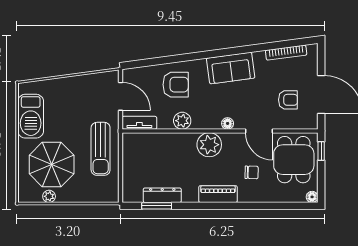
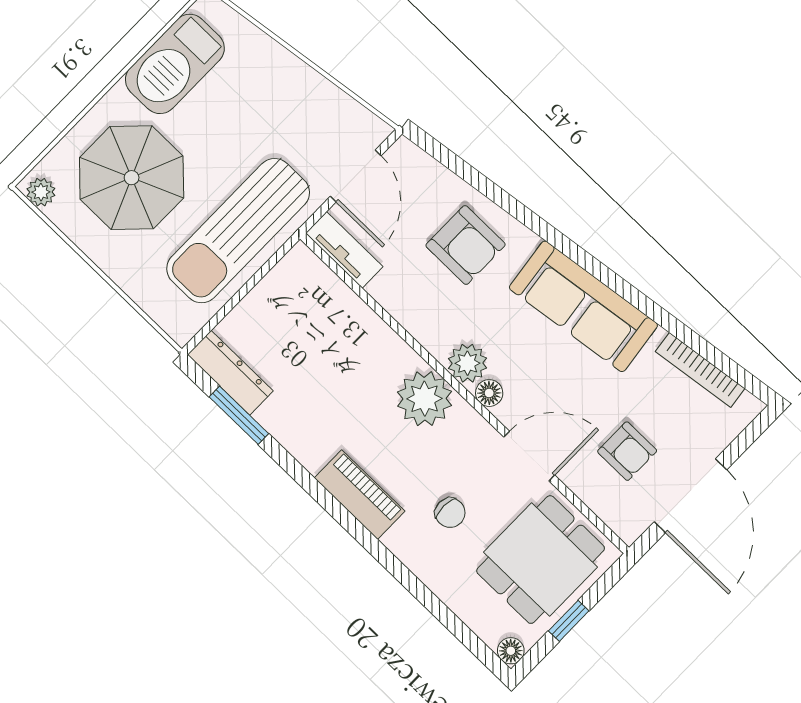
sofa: (231, 68) -> (583, 306), width x1.36
plant: (182, 121) -> (467, 363), moved
door: (259, 131) -> (529, 456), swing flipped
sun lounger: (101, 149) -> (238, 231), width x1.36, depth x1.34
window: (321, 151) -> (569, 621), moved
dresser: (162, 195) -> (230, 373), moved
plant: (49, 196) -> (41, 192), moved

